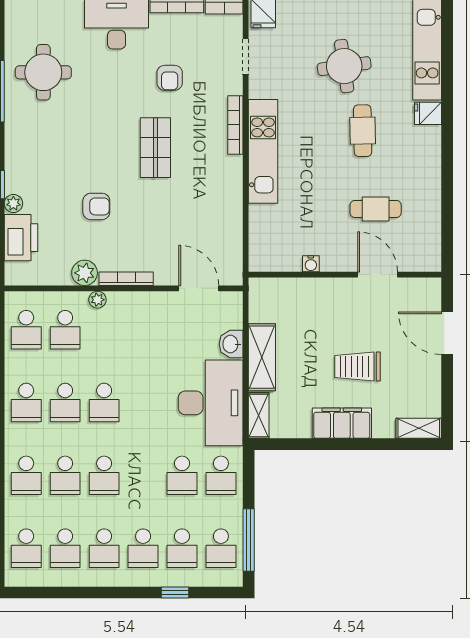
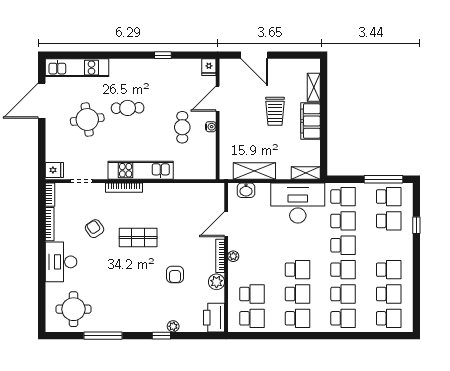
round table: (43, 72) -> (73, 309), moved
armchair: (170, 78) -> (95, 229), turned -125
fridge: (428, 113) -> (209, 67), moved
window: (447, 187) -> (163, 55), added
armchair: (96, 206) -> (175, 274), turned 180
cafe table: (376, 209) -> (182, 127), moved
printer: (21, 238) -> (214, 318), moved, turned -90
water cooler: (311, 264) -> (211, 127), moved
door: (199, 288) -> (226, 224), moved
plant: (97, 300) -> (233, 256), moved
door: (447, 333) -> (254, 55), hinge flipped
washbasin: (231, 344) -> (246, 190), moved
shelving: (262, 357) -> (254, 171), moved
shelving: (419, 428) -> (314, 87), moved
school desk: (143, 548) -> (343, 245), moved

